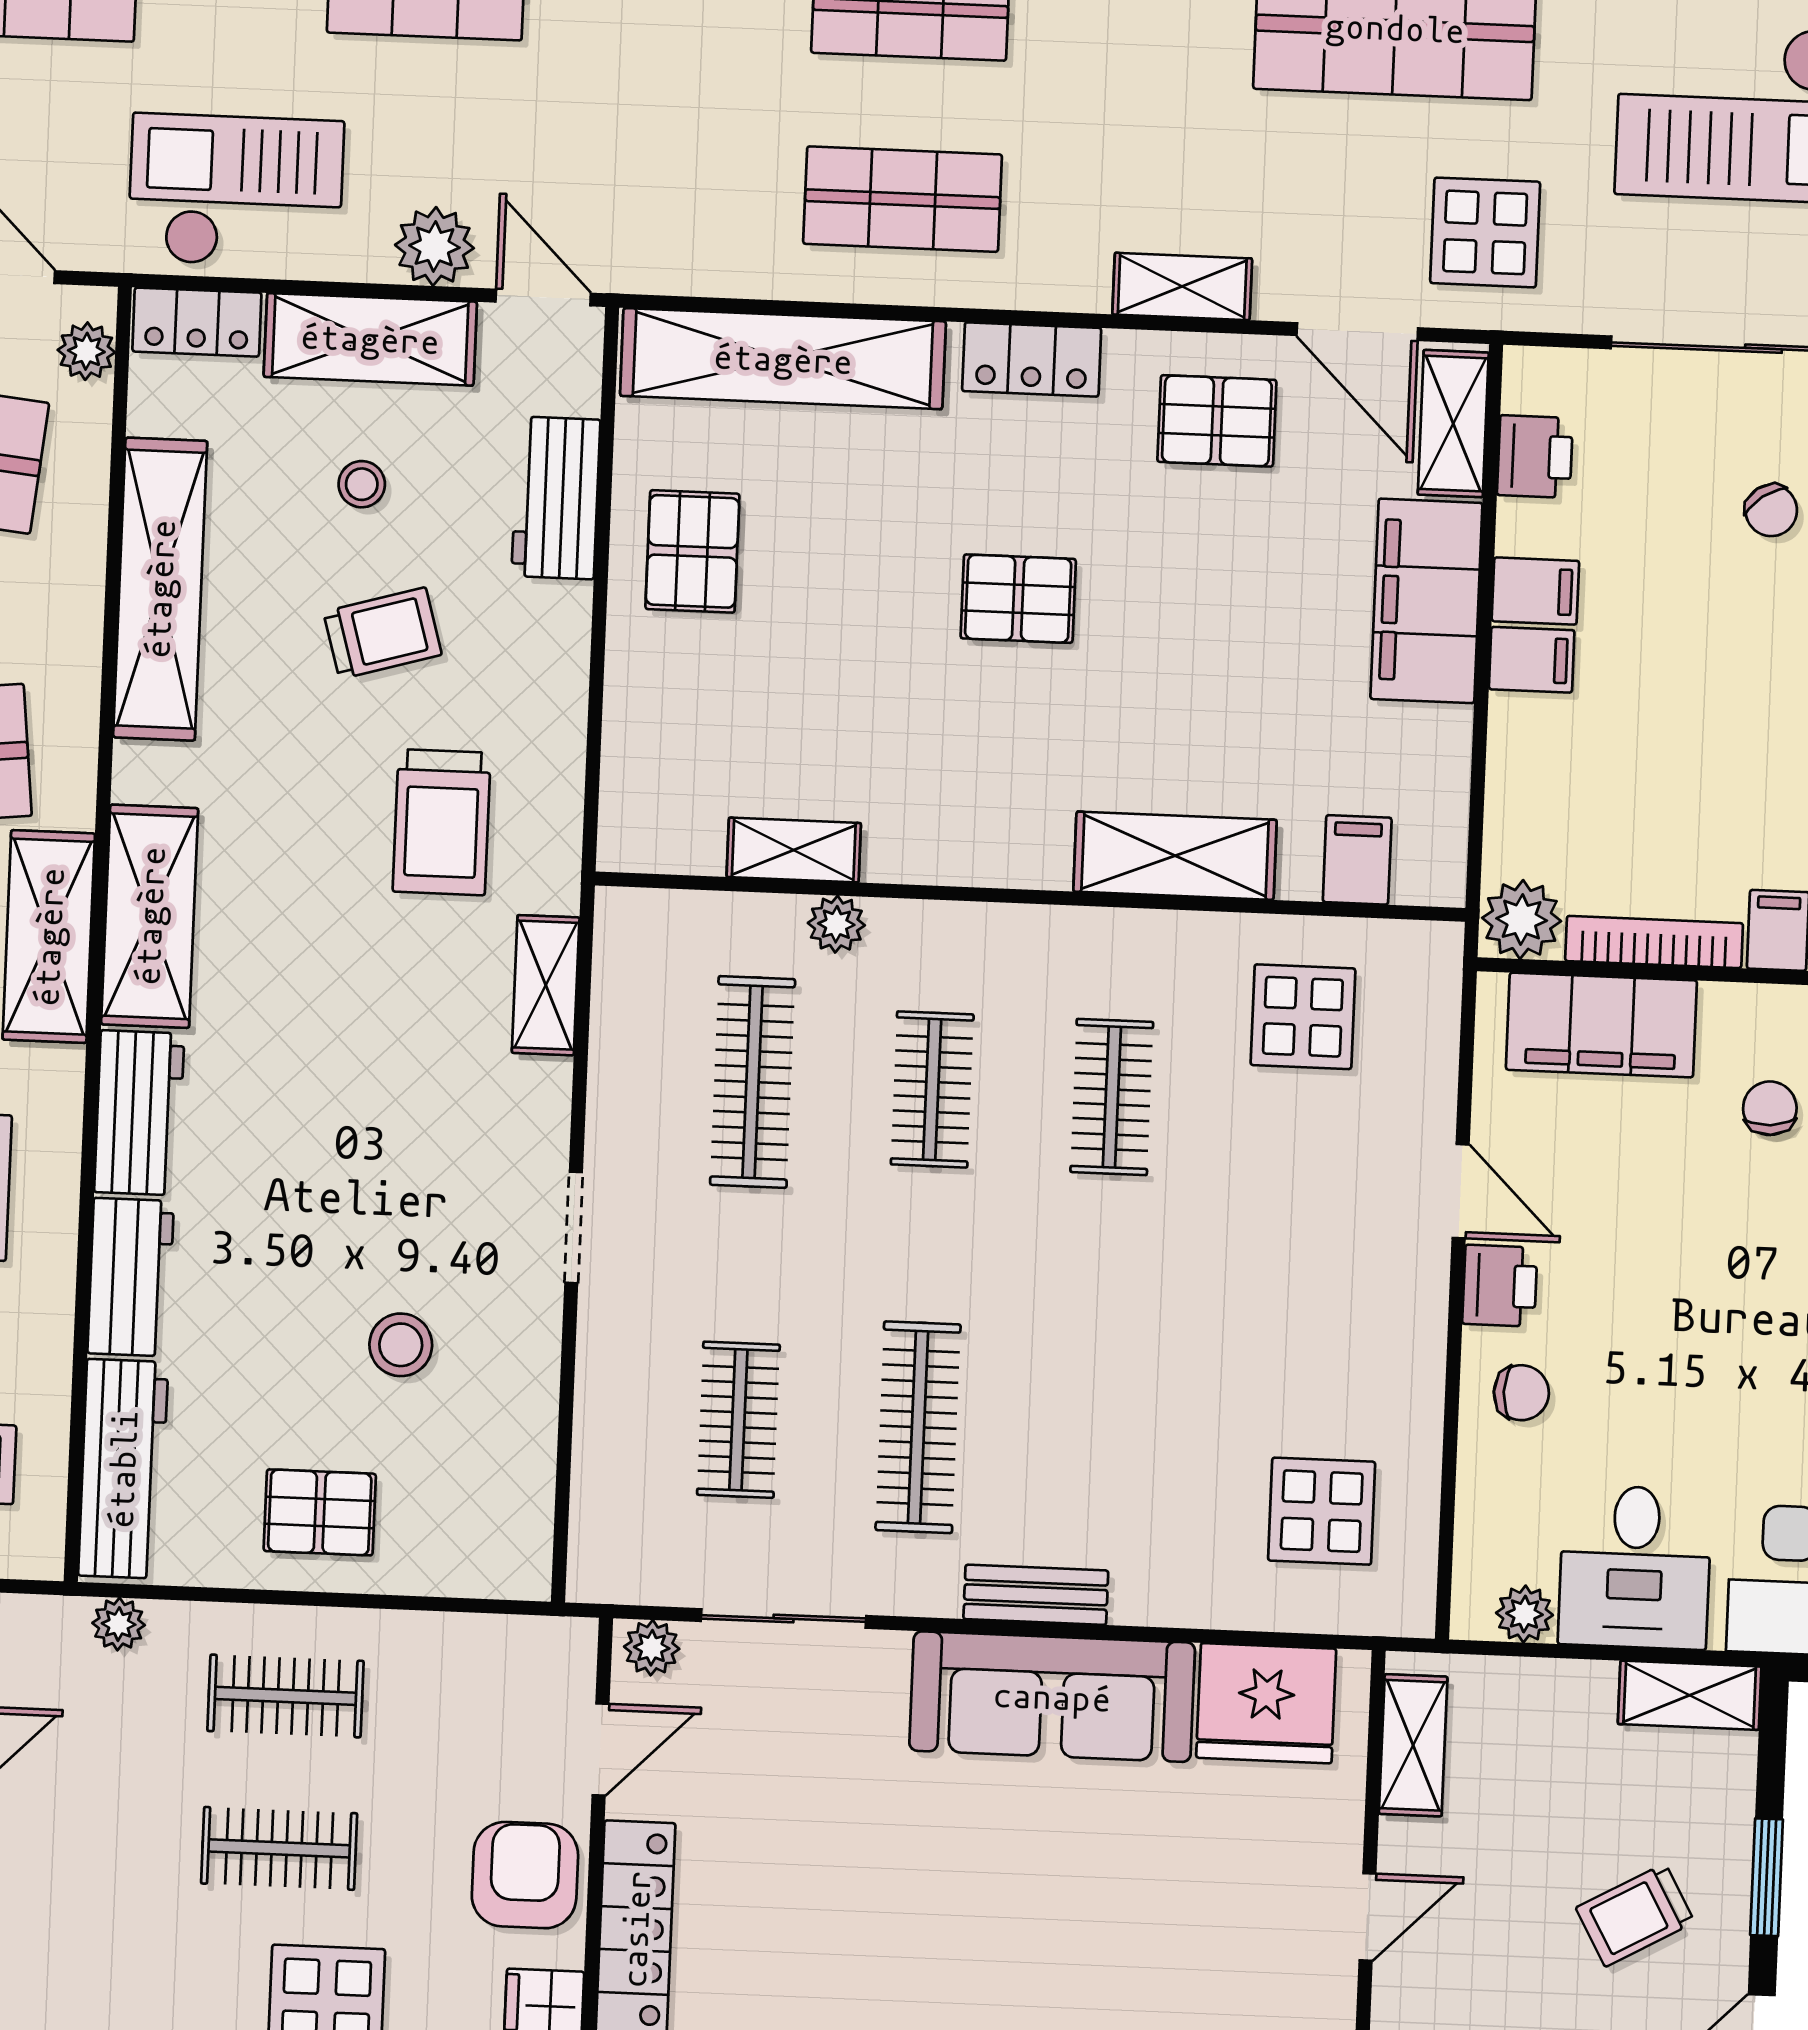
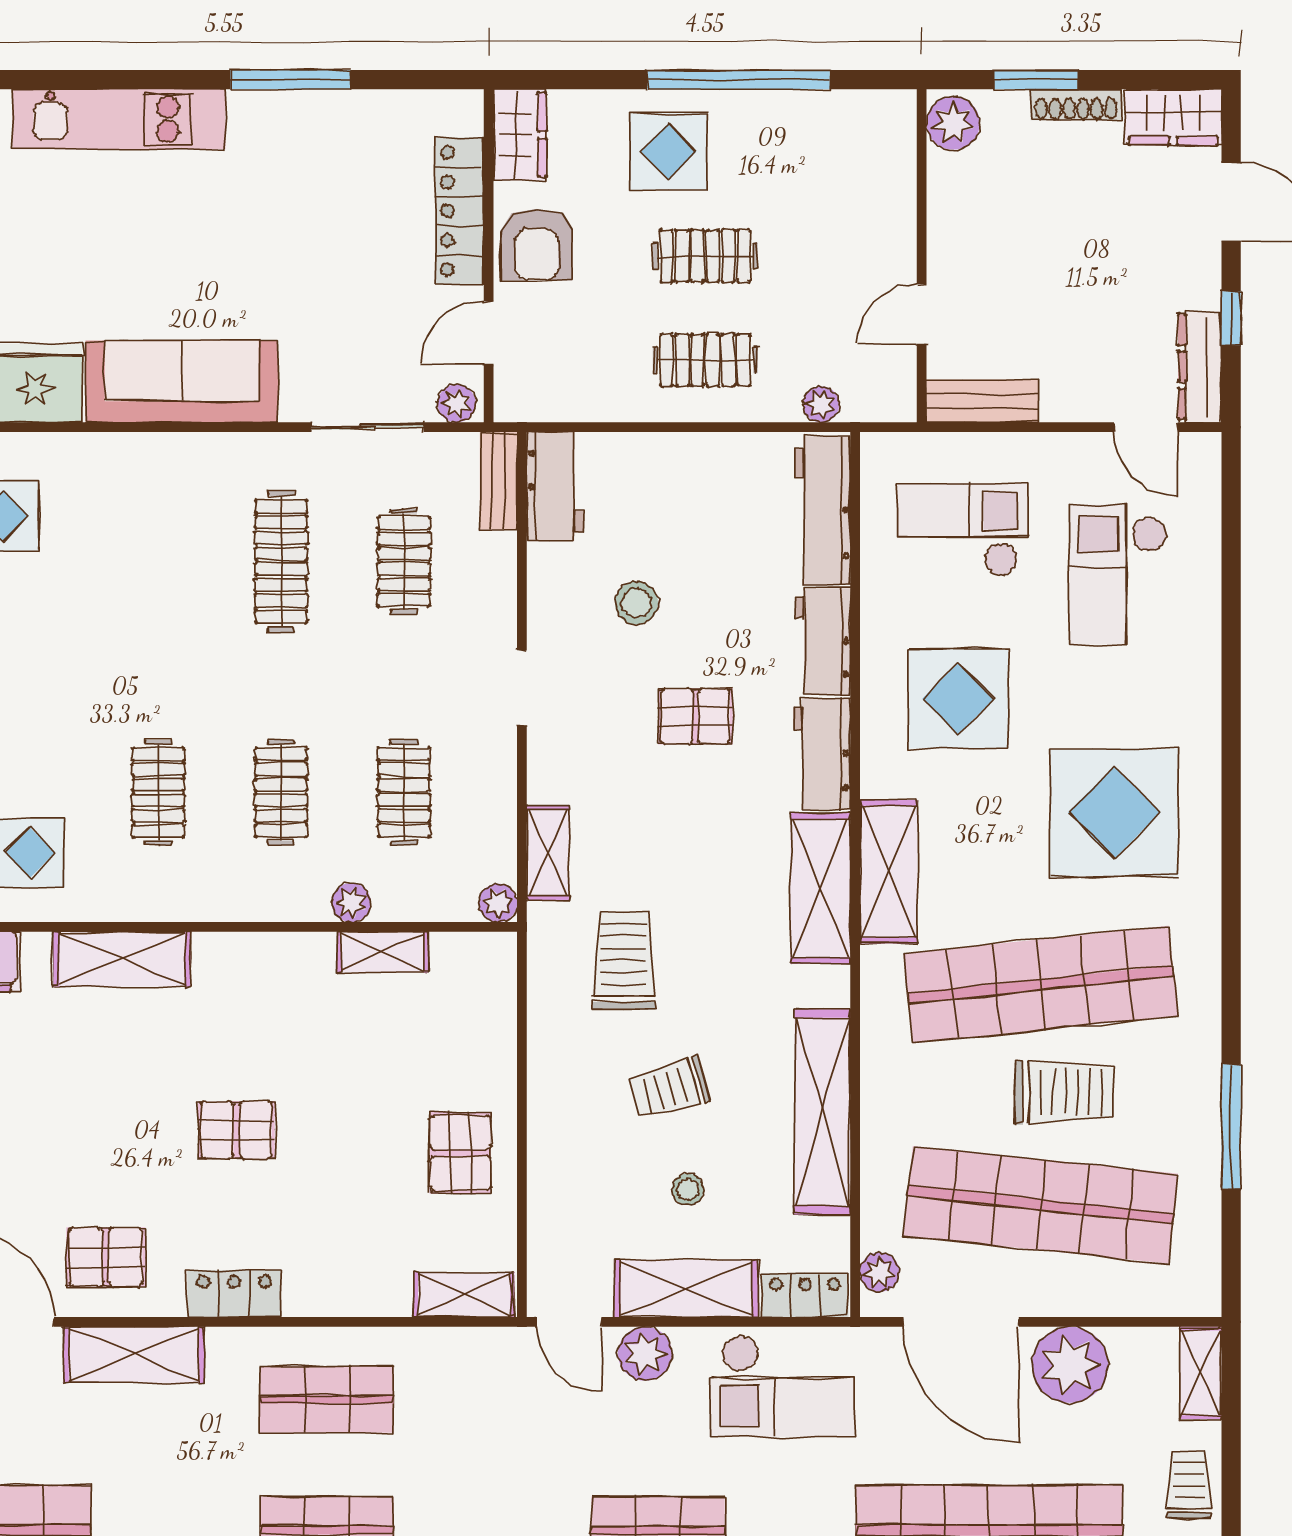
shelving: (1182, 286) -> (133, 1355), width x1.50, depth x1.33
shelving: (783, 359) -> (464, 1295), width x0.45, depth x0.75
workbench: (556, 498) -> (555, 487), moved
plant: (622, 915) -> (498, 903), added
clothes rail: (753, 1082) -> (404, 792), width x0.73
pallet: (320, 1512) -> (695, 716), moved
bench: (1036, 1595) -> (499, 481), moved, turned 90

